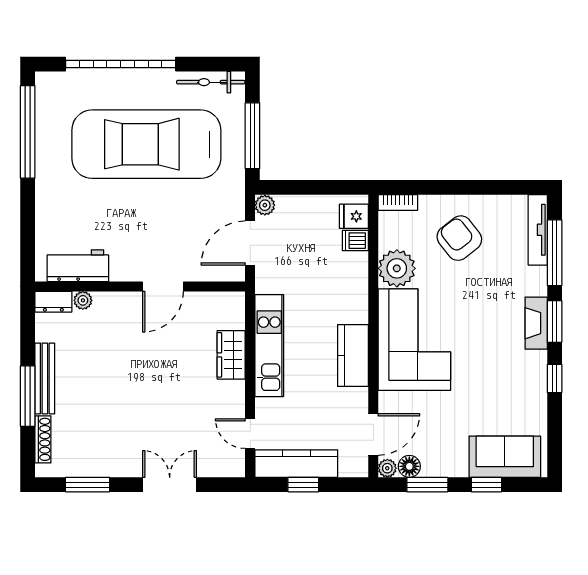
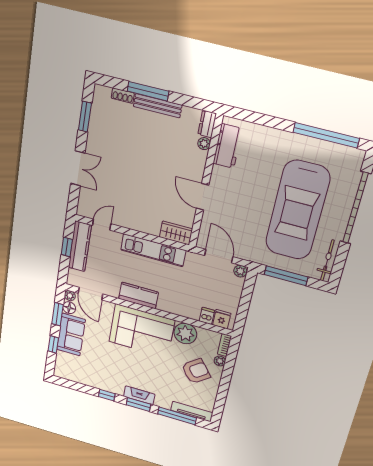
car: (146, 144) -> (297, 210), turned 180
plant: (429, 204) -> (220, 361), added
wardrobe: (231, 355) -> (176, 233), moved
shoe rack: (43, 439) -> (123, 96), width x0.70
sofa: (505, 457) -> (71, 335), moved

